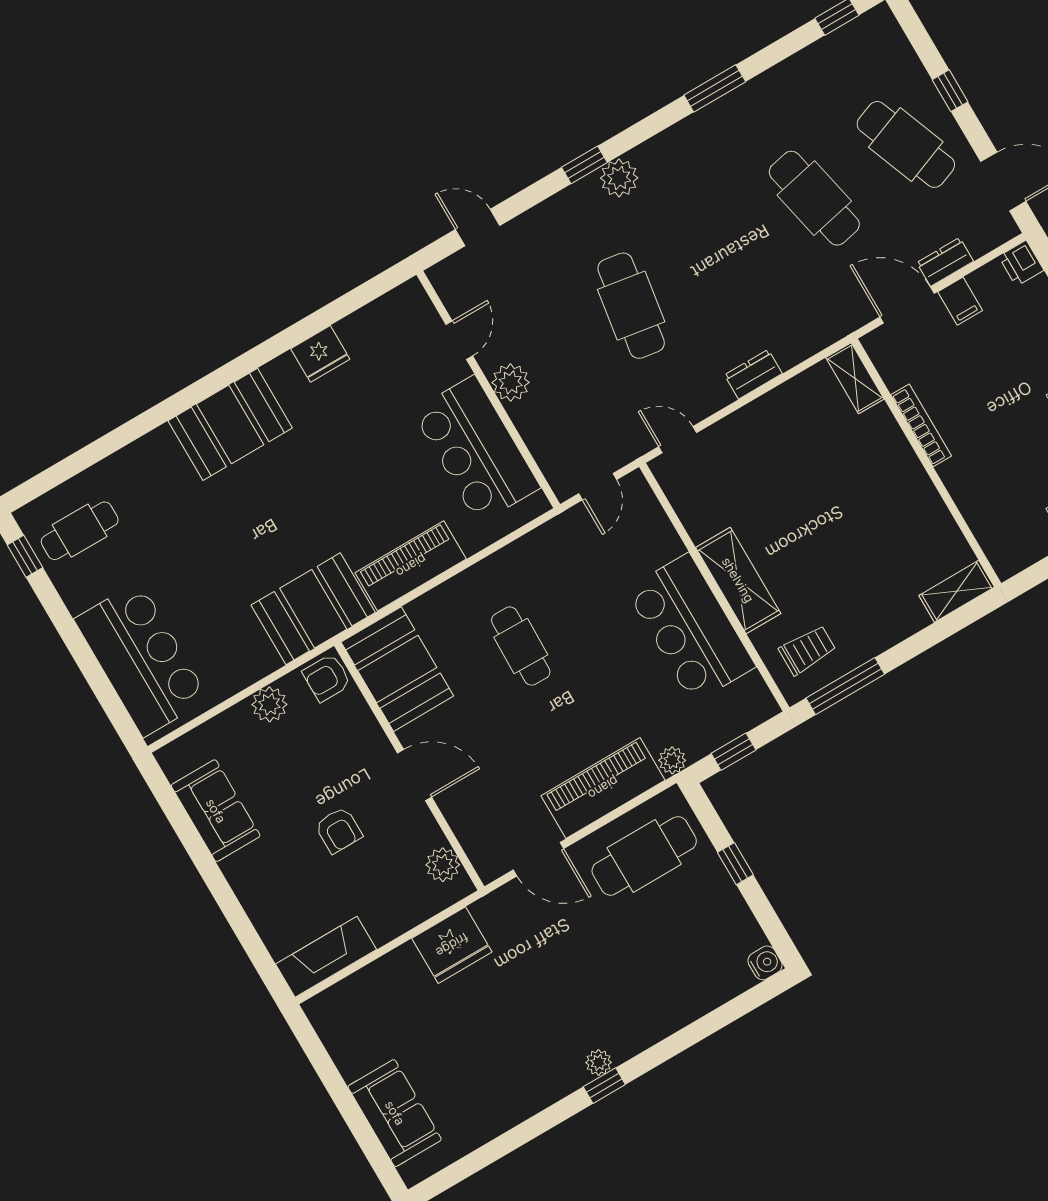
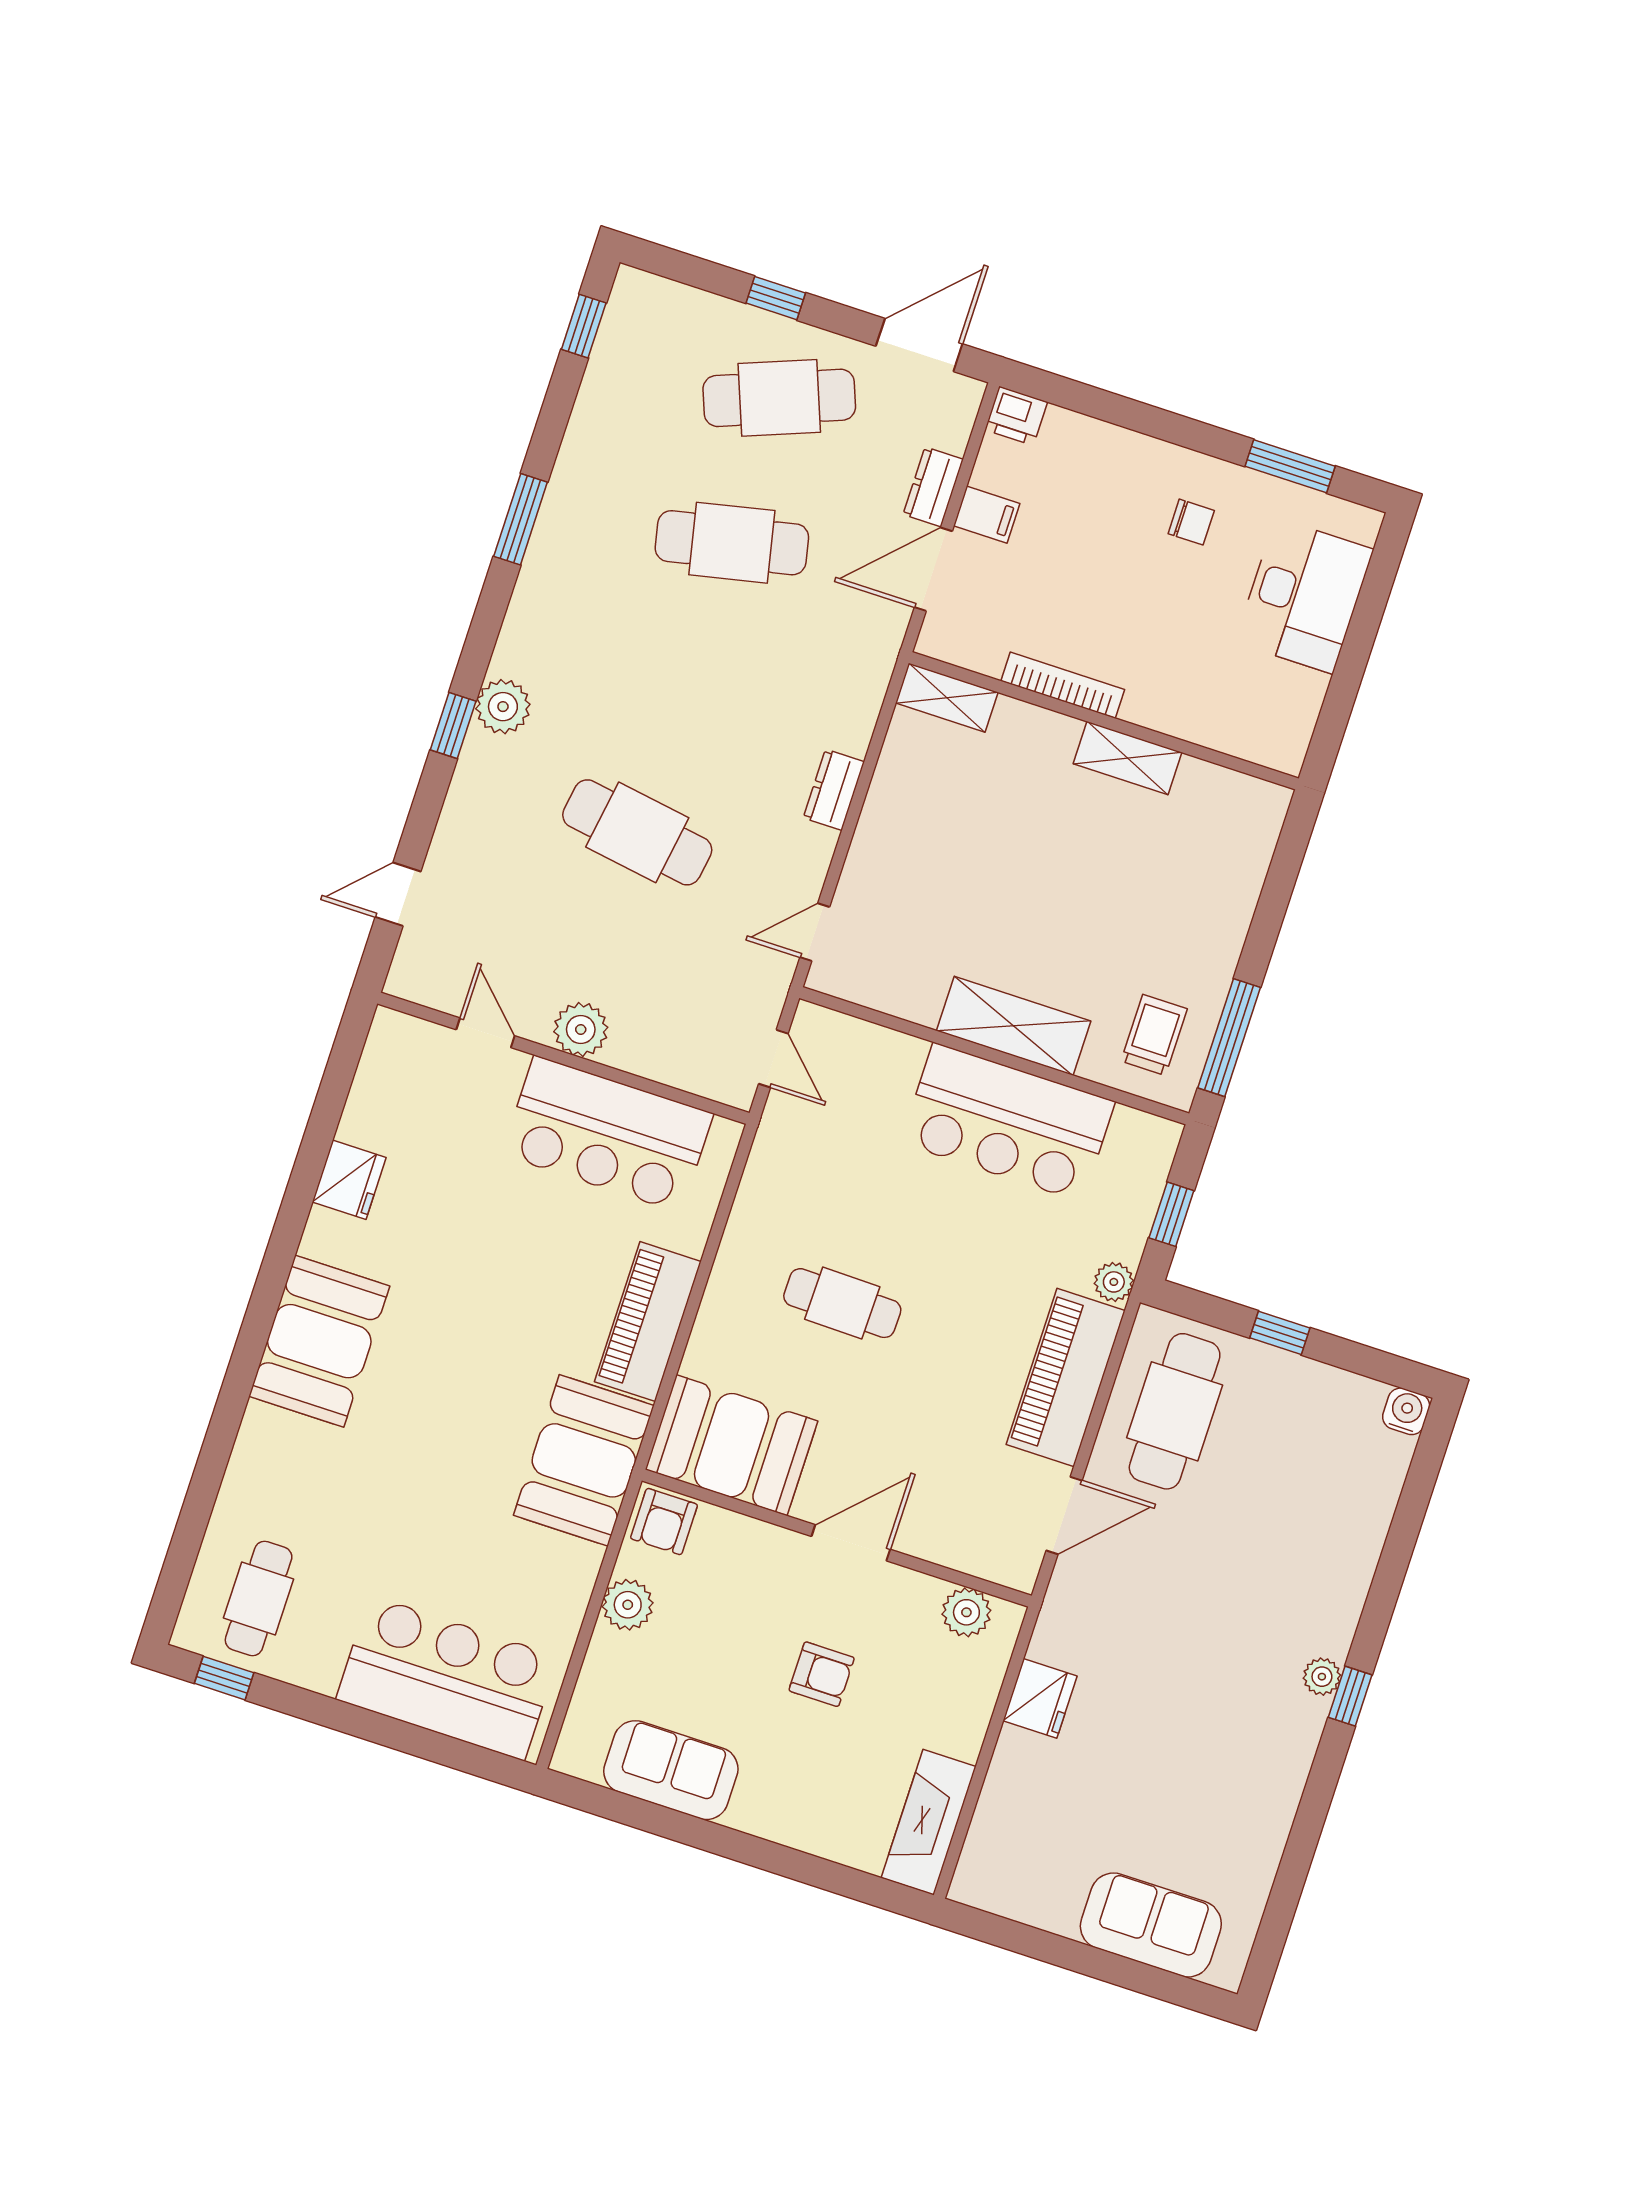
shelving: (957, 591) -> (1127, 758), moved, turned 90
fridge: (452, 945) -> (1040, 1698), width x0.73, depth x0.75

